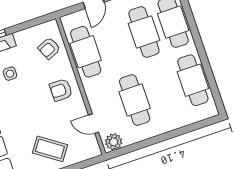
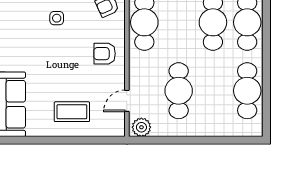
door: (94, 124) -> (127, 101), hinge flipped
coffee table: (50, 149) -> (72, 112), turned -35

